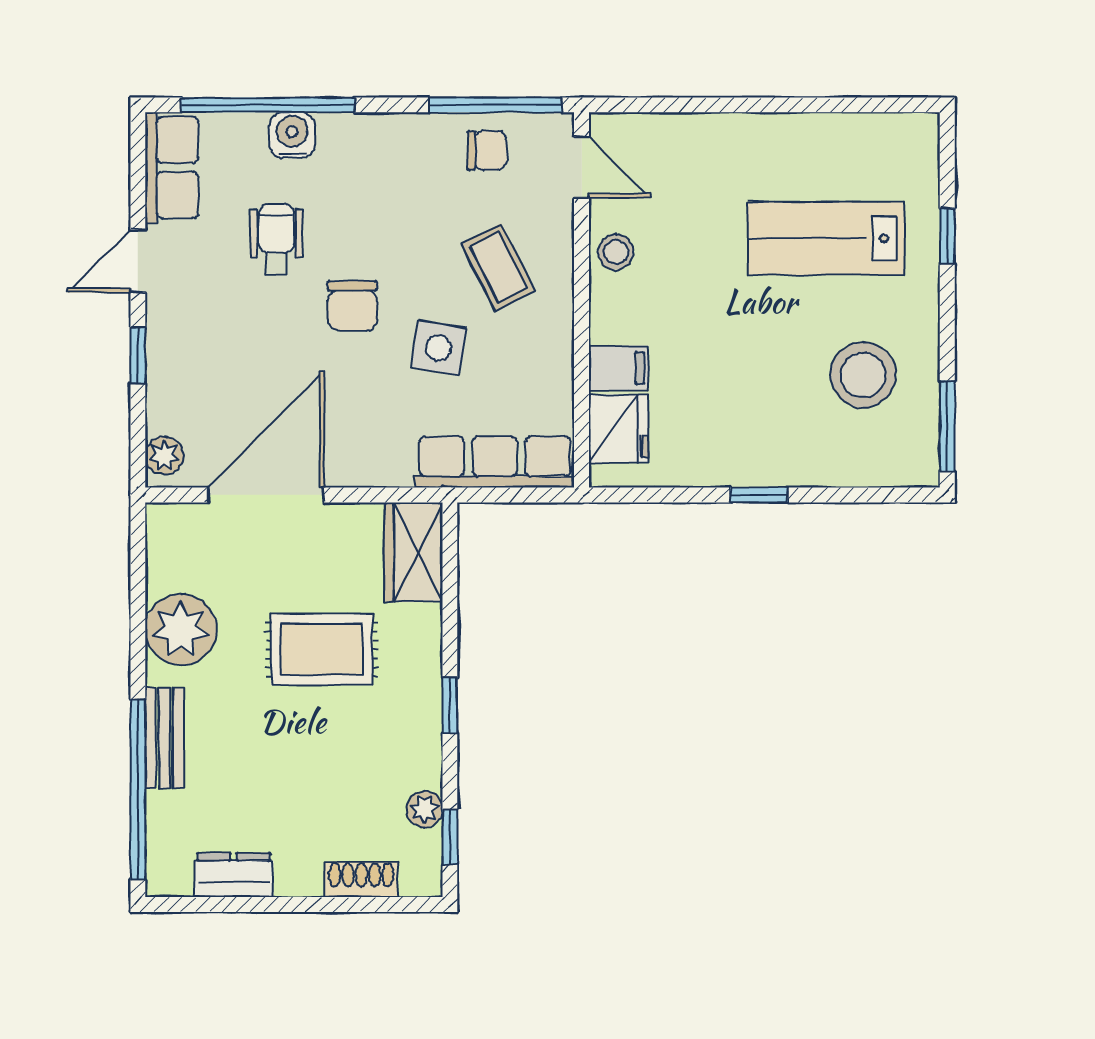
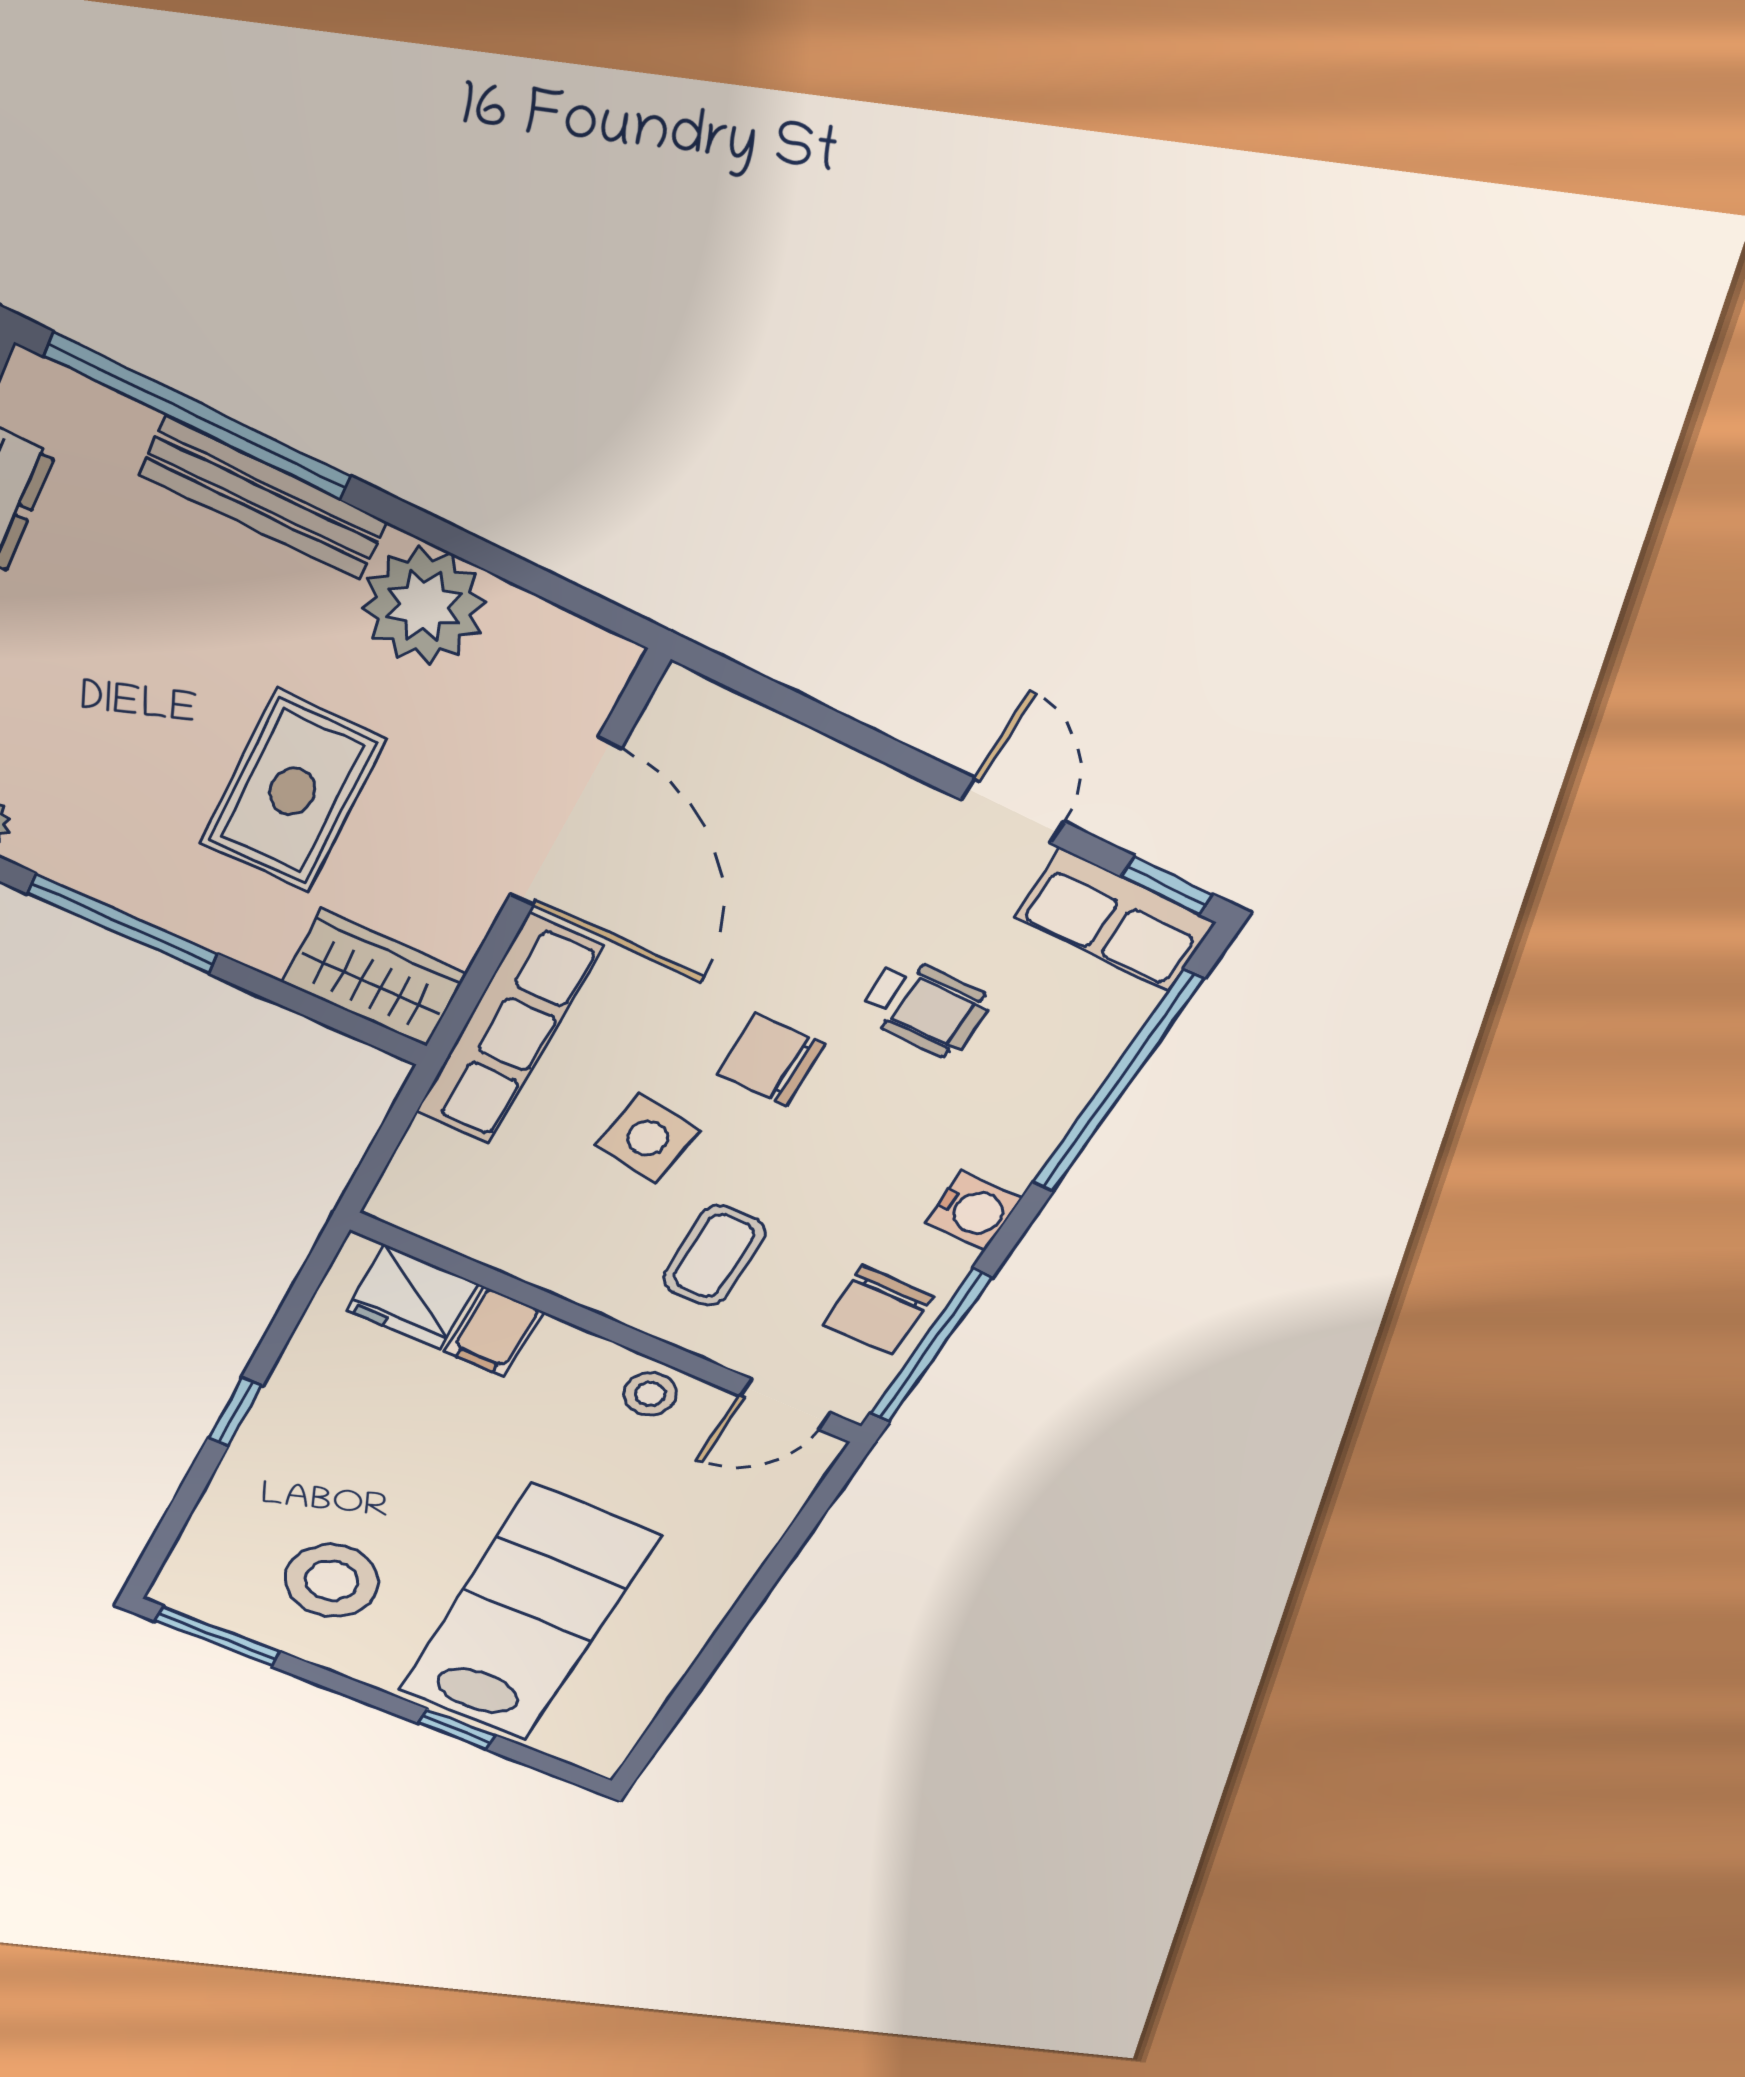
water cooler: (292, 135) -> (973, 1211), moved
chair: (487, 150) -> (878, 1311), width x1.37, depth x1.37
lab bench: (826, 238) -> (528, 1614), width x1.36, depth x1.39
coffee table: (498, 267) -> (714, 1256), turned -63
window: (138, 355) -> (1167, 885), moved
plant: (164, 456) -> (704, 709), removed
row of seats: (495, 462) -> (508, 1030), moved
window: (450, 706) -> (123, 924), width x2.17
bench: (164, 738) -> (264, 498), width x1.36

